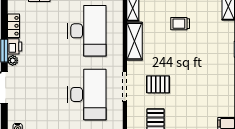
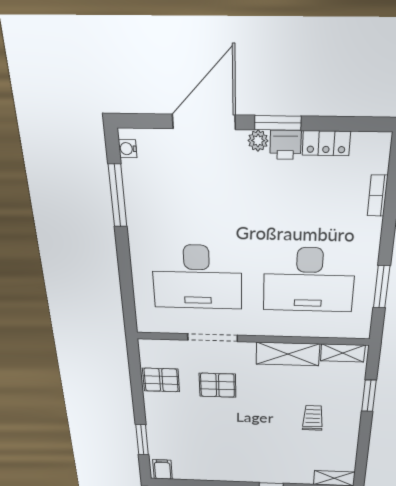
pallet: (158, 84) -> (218, 385), turned 90

